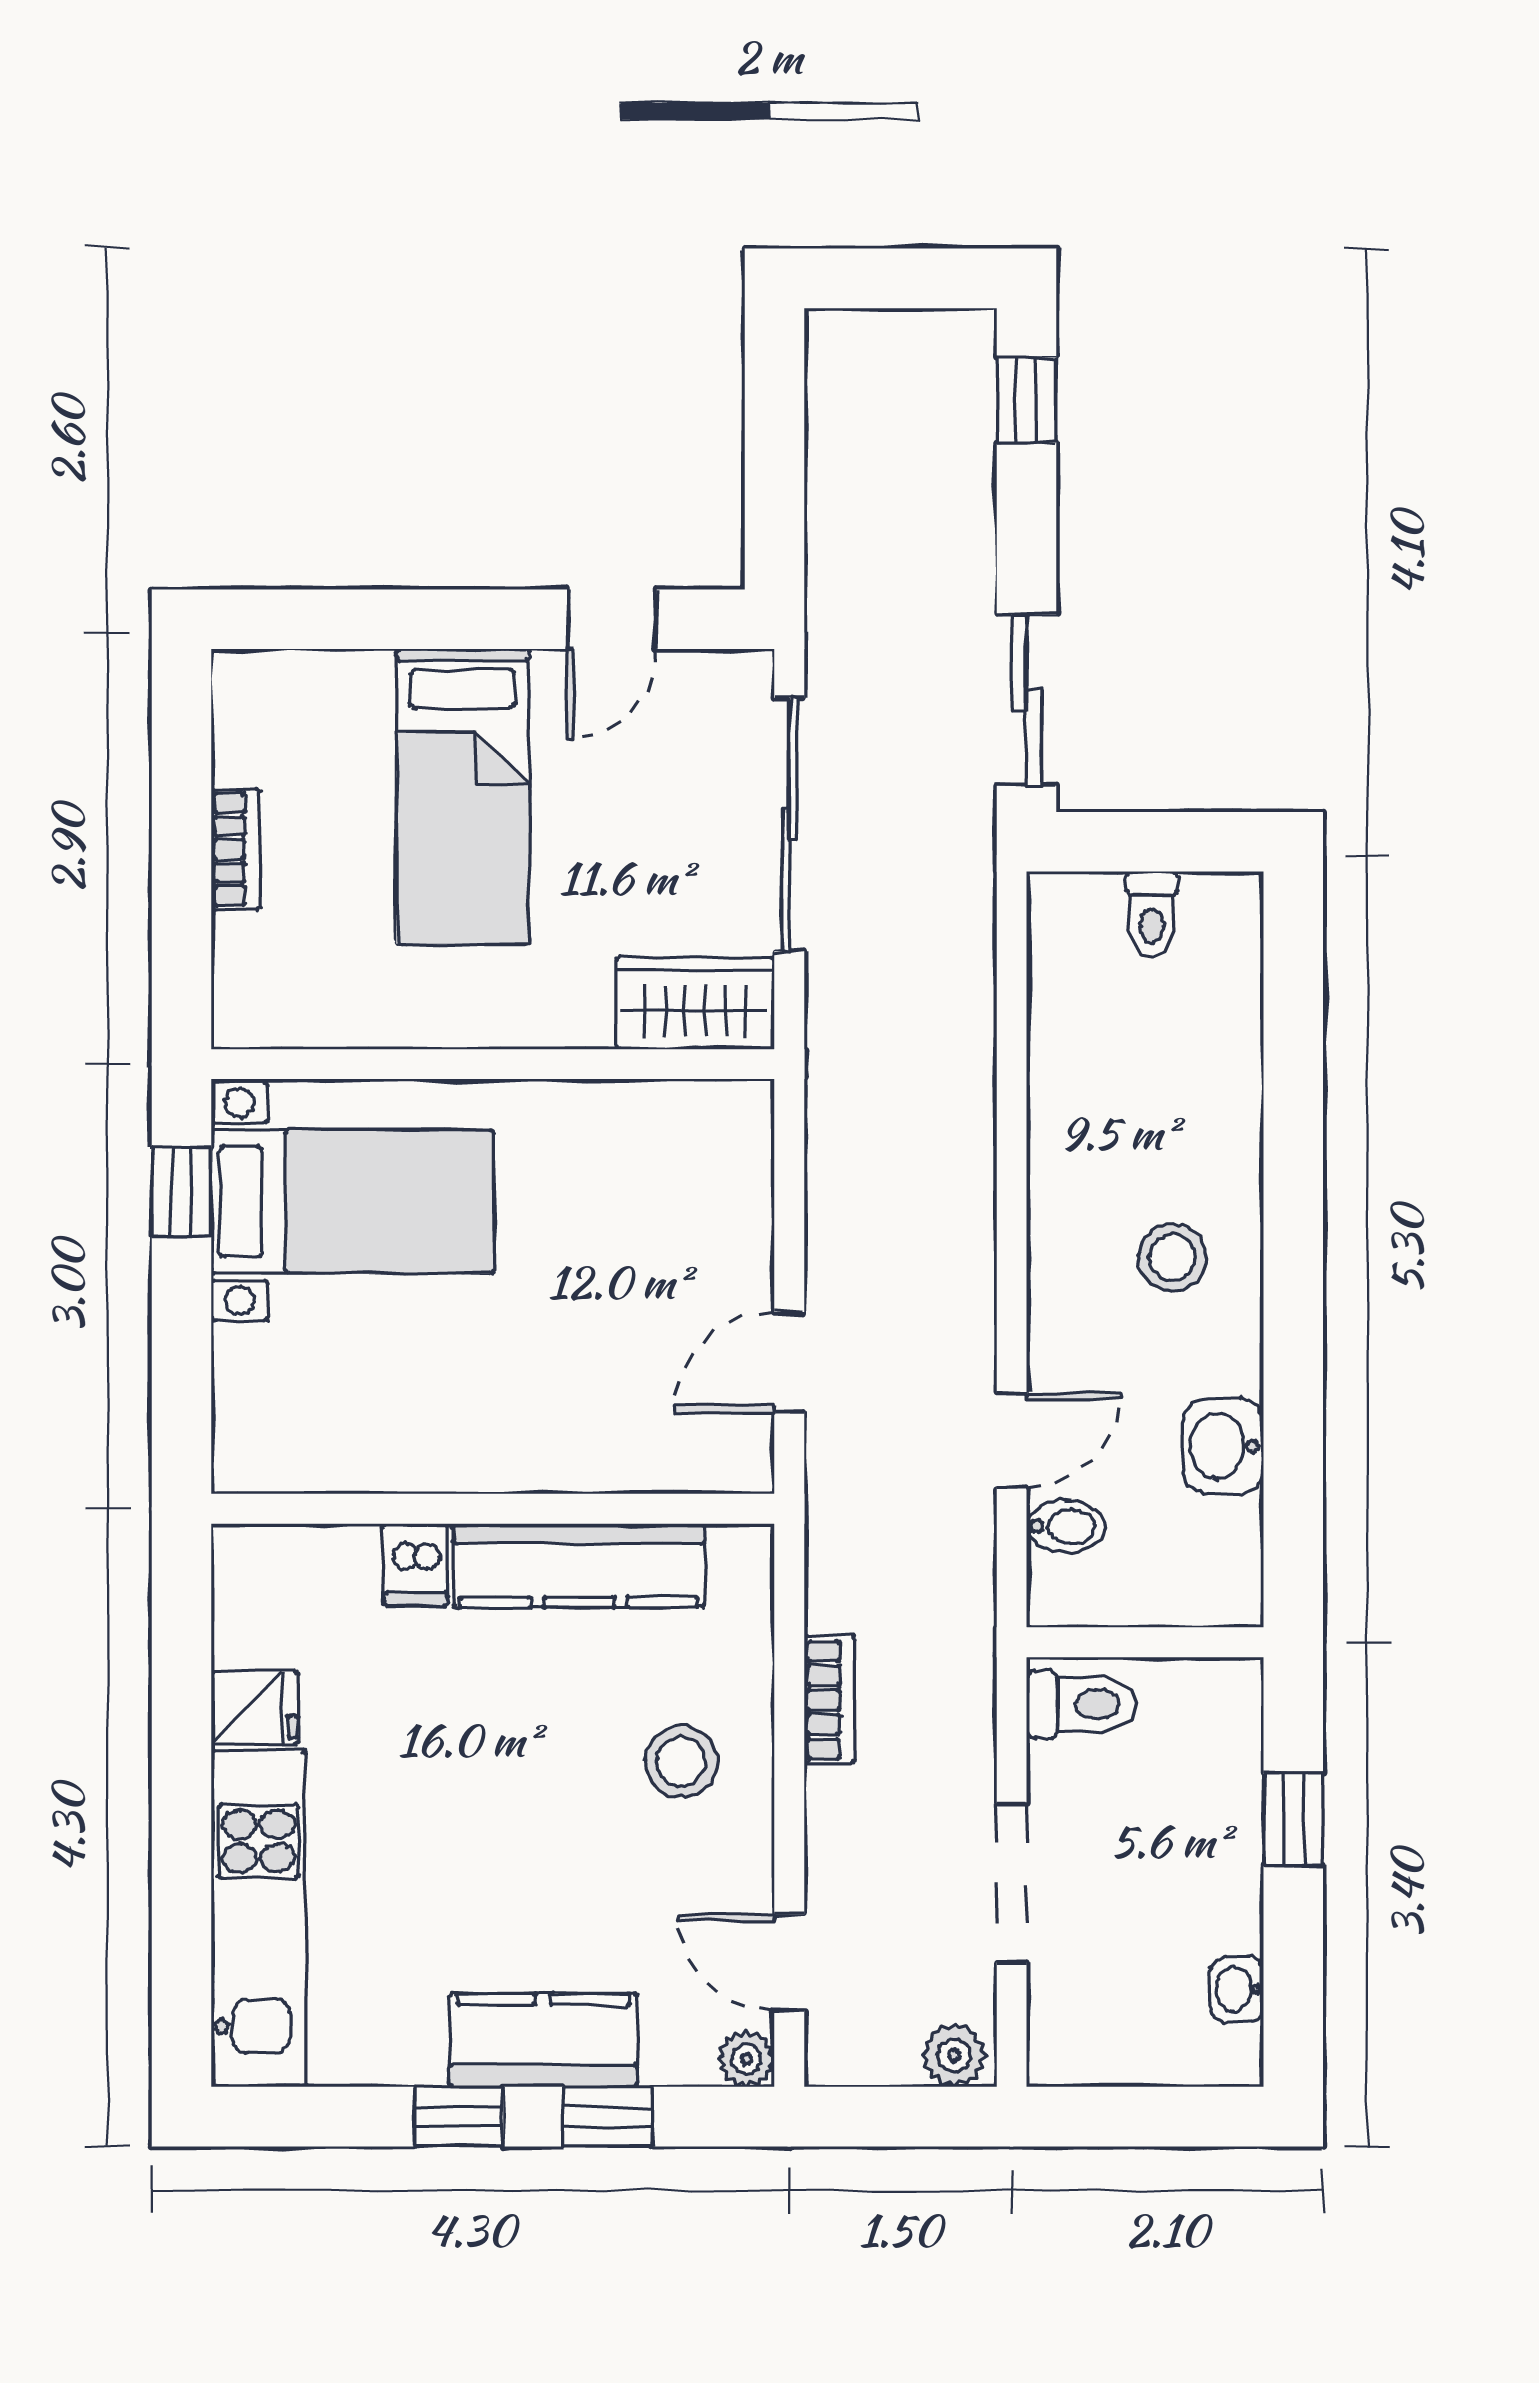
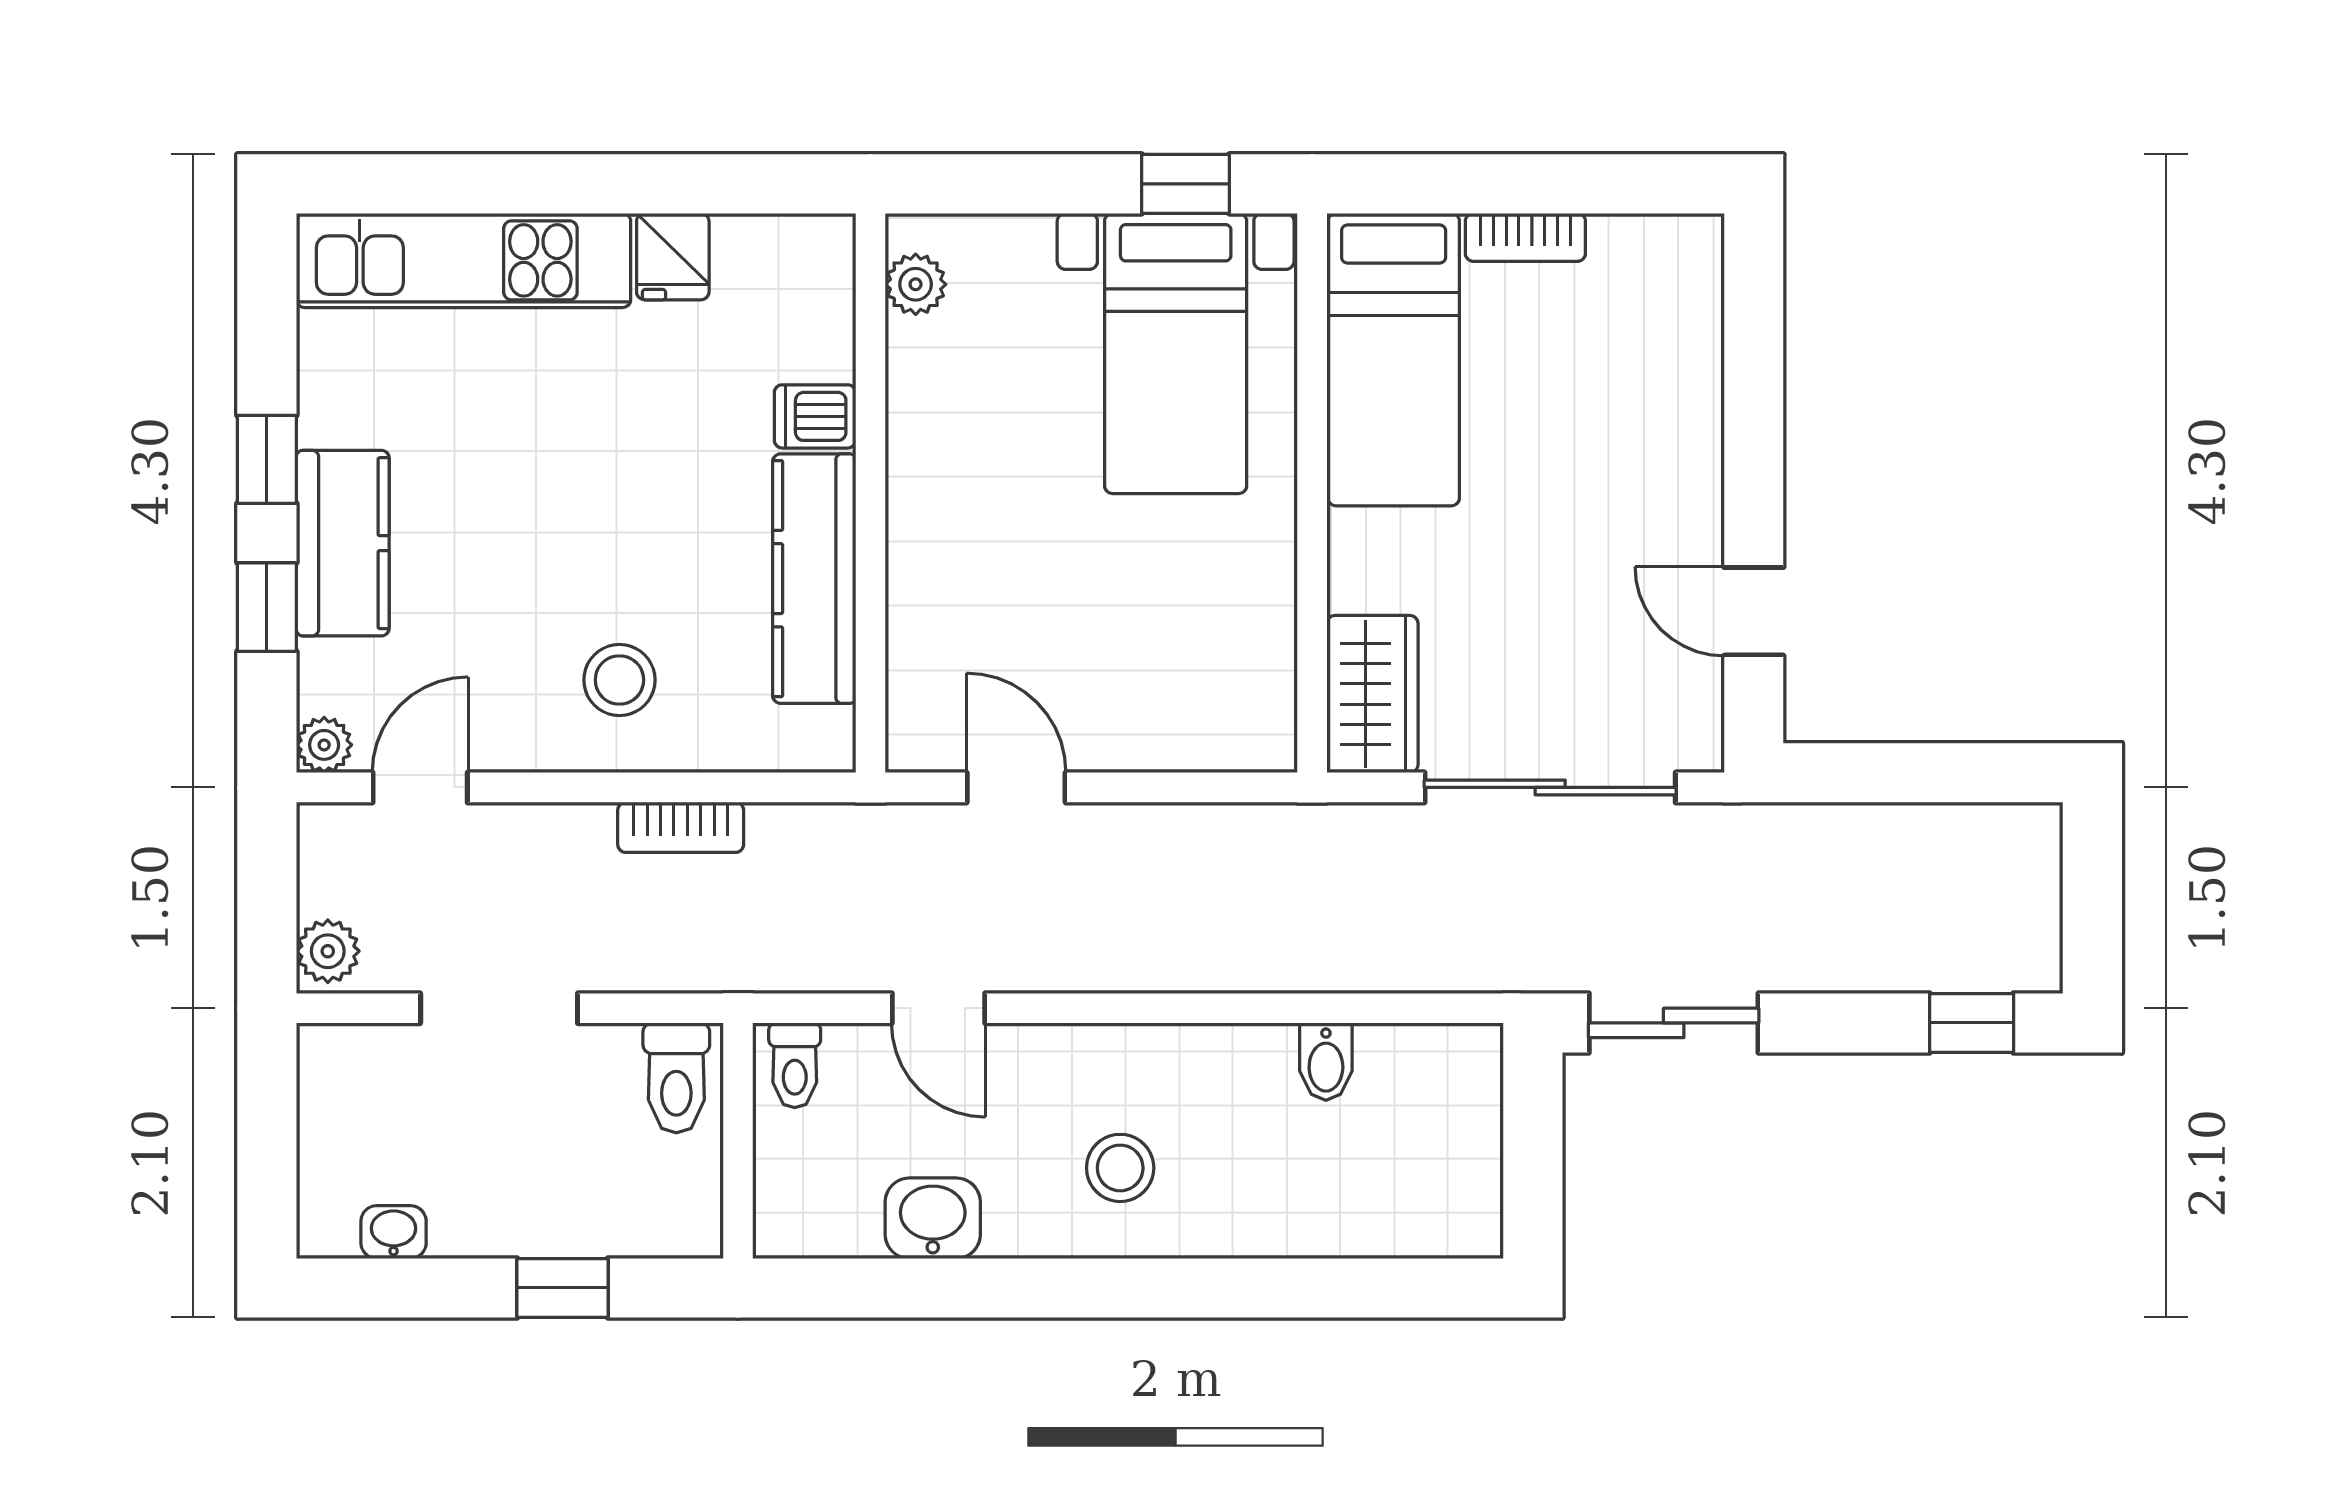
bed: (463, 796) -> (1394, 360), moved, turned -90
toilet: (1152, 914) -> (795, 1065), moved, turned -90
plant: (283, 1463) -> (916, 284), added
bidet: (1065, 1526) -> (1326, 1062), moved

